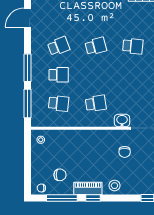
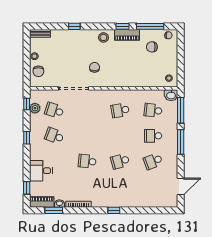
washbasin: (122, 121) -> (171, 95), moved

